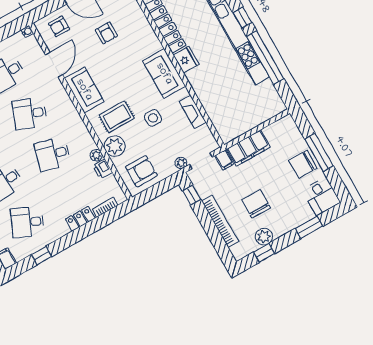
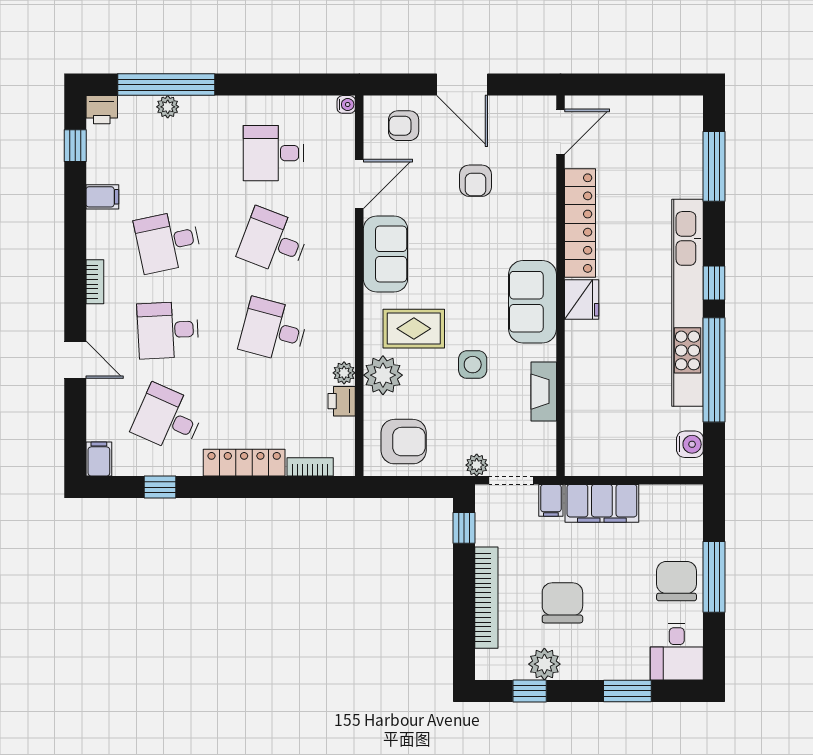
water cooler: (273, 98) -> (690, 444), added
chair: (303, 164) -> (677, 581), turned 90
locker: (80, 219) -> (244, 463), width x1.53

